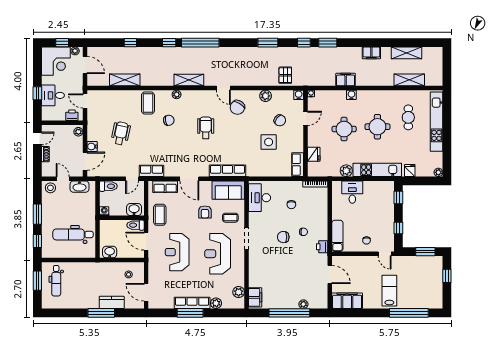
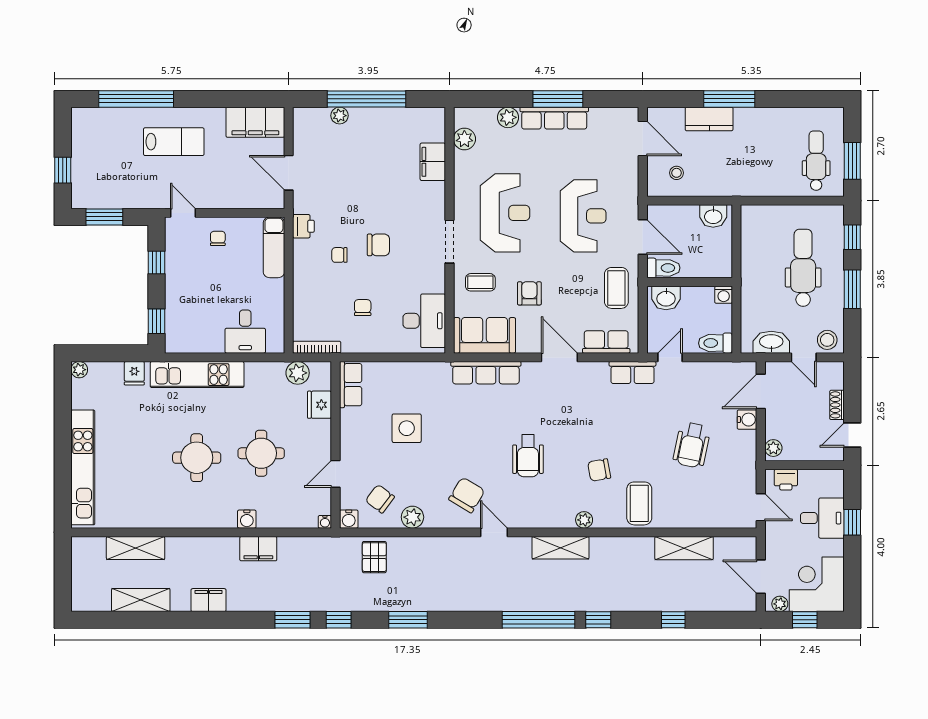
cafe table: (408, 117) -> (137, 476), removed
chair: (280, 120) -> (380, 499), moved
plant: (346, 171) -> (298, 373), moved
dental chair: (73, 234) -> (803, 268), moved, turned -90
lab bench: (389, 291) -> (174, 142), turned -90
filing cabinet: (255, 297) -> (433, 162), moved

